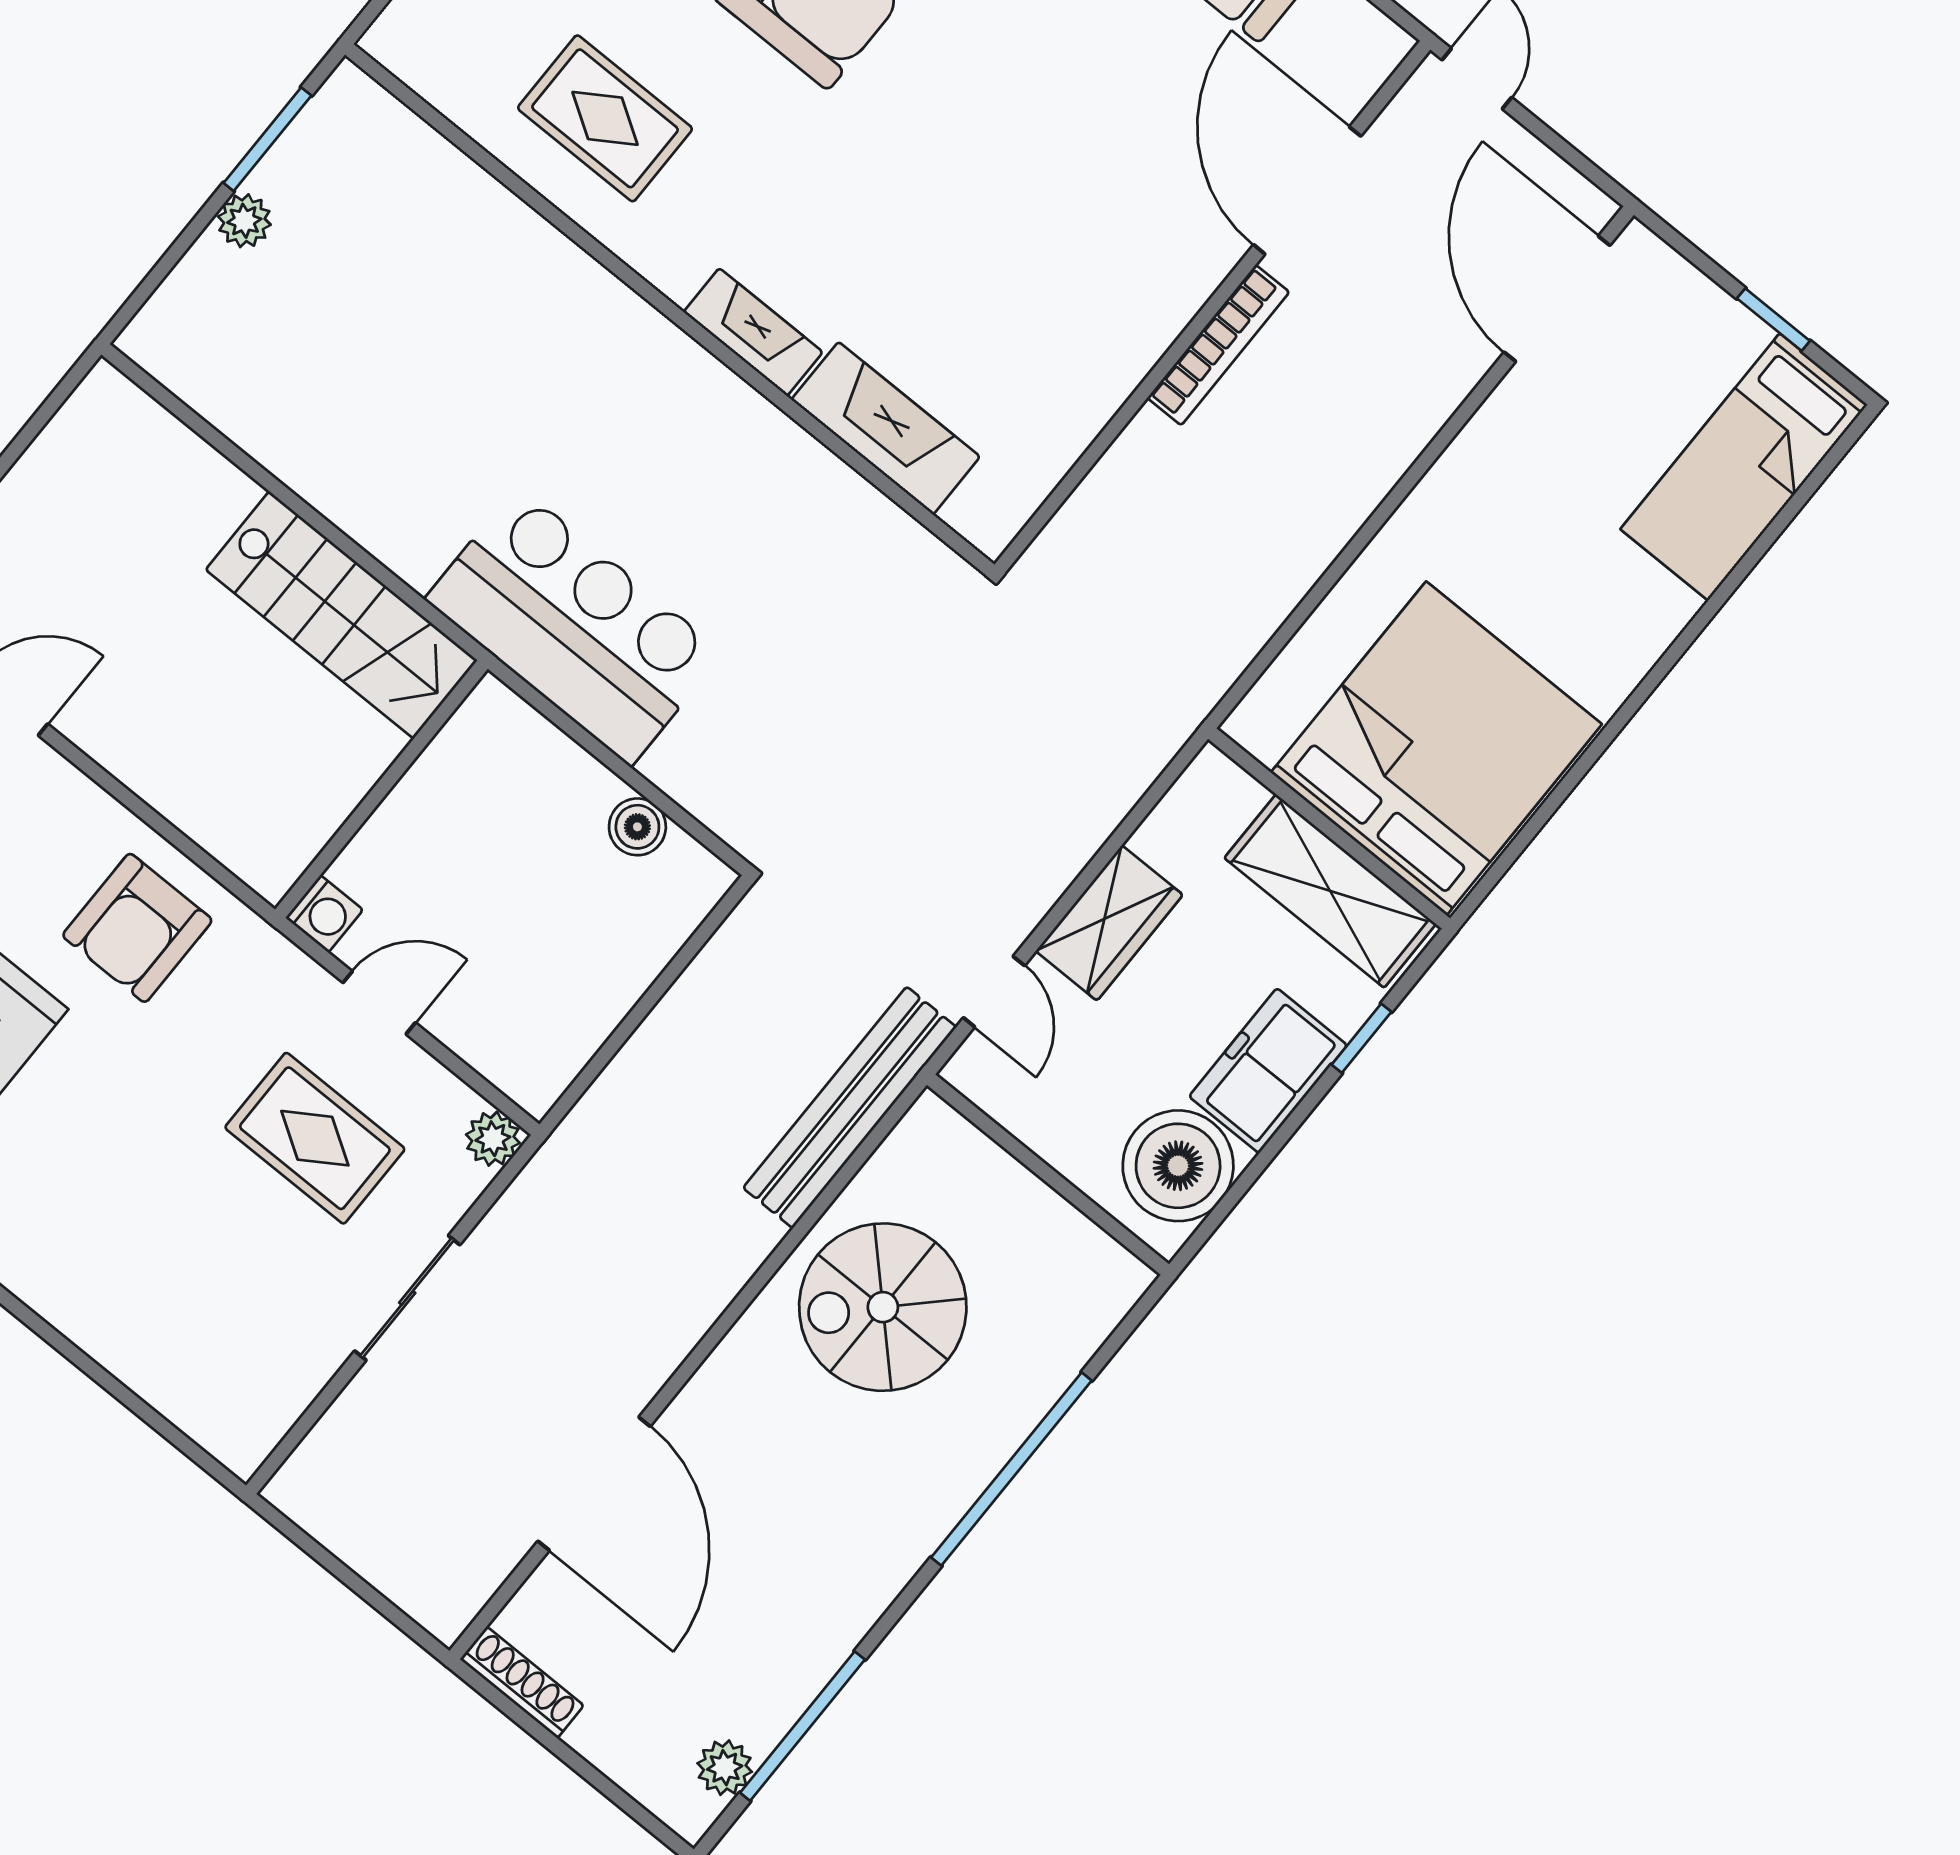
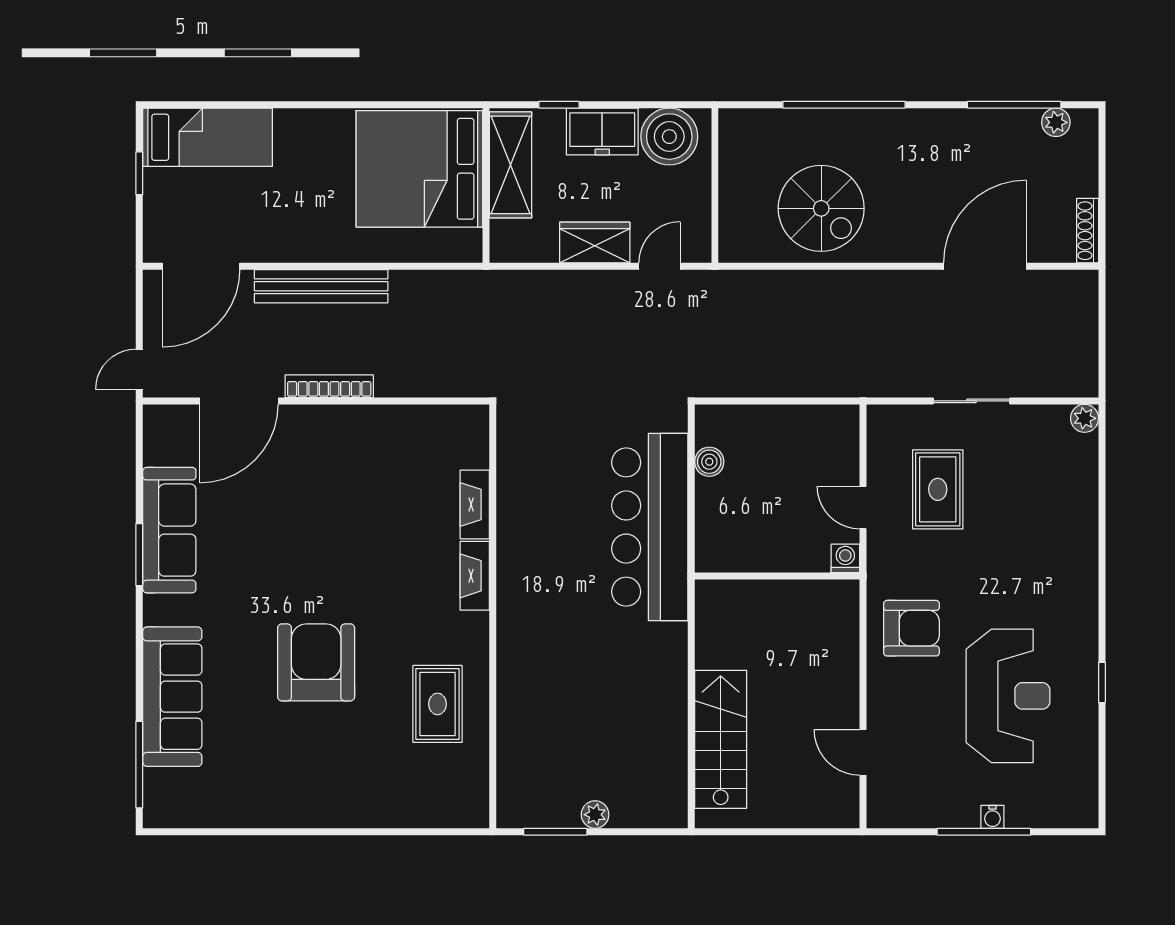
fireplace: (886, 428) -> (475, 504), width x0.73, depth x0.76
stairs: (341, 615) -> (721, 739), moved
bar counter: (574, 626) -> (650, 527), width x1.36
bench: (850, 1107) -> (321, 286), moved
plant: (493, 1139) -> (1085, 418), moved

